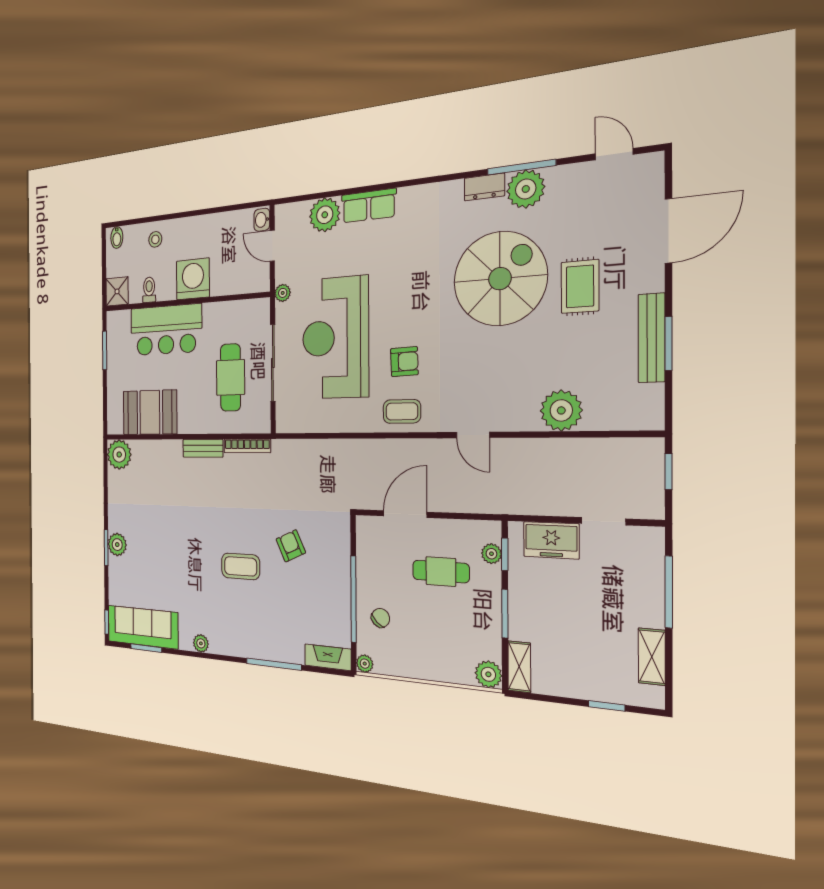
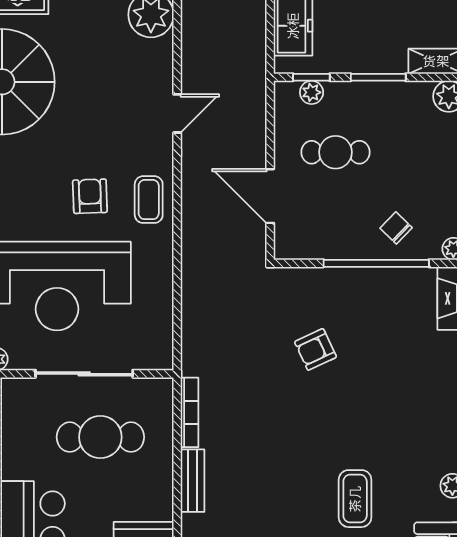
coffee table: (241, 566) -> (355, 499), moved
cafe table: (441, 572) -> (335, 152), turned 90

